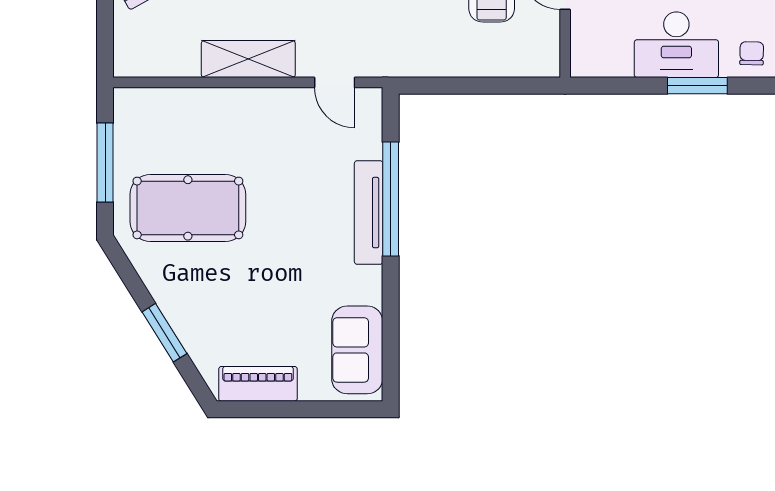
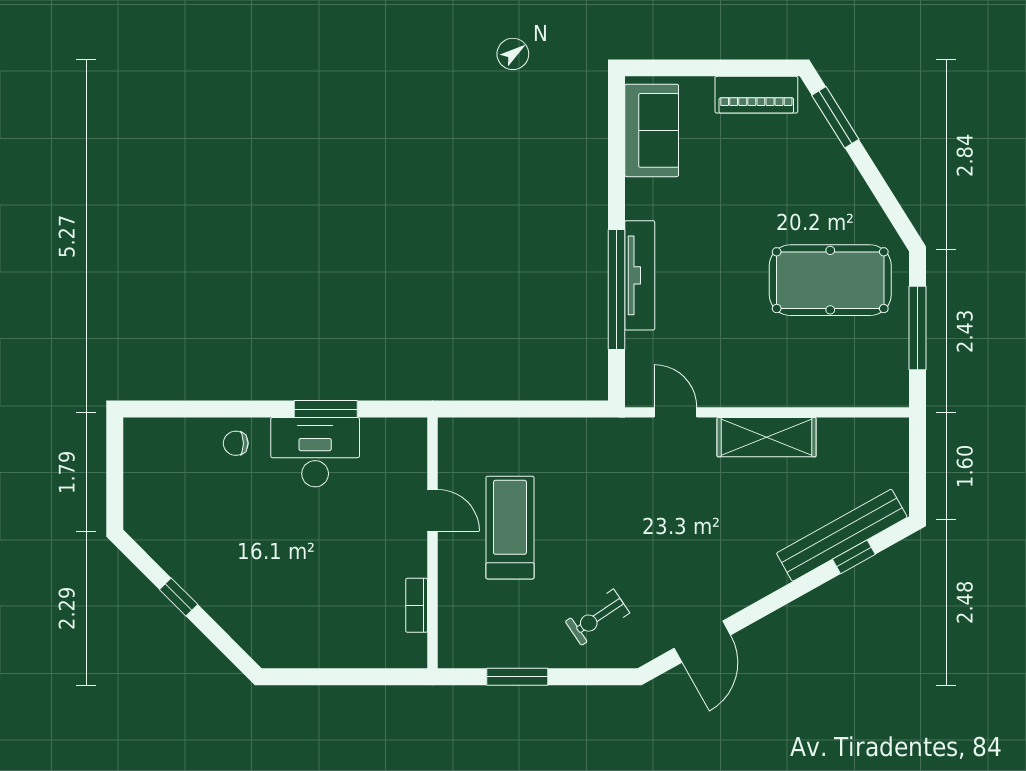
chair: (752, 53) -> (236, 443), turned 89
window: (697, 86) -> (326, 409), moved
window: (164, 333) -> (835, 117), moved

